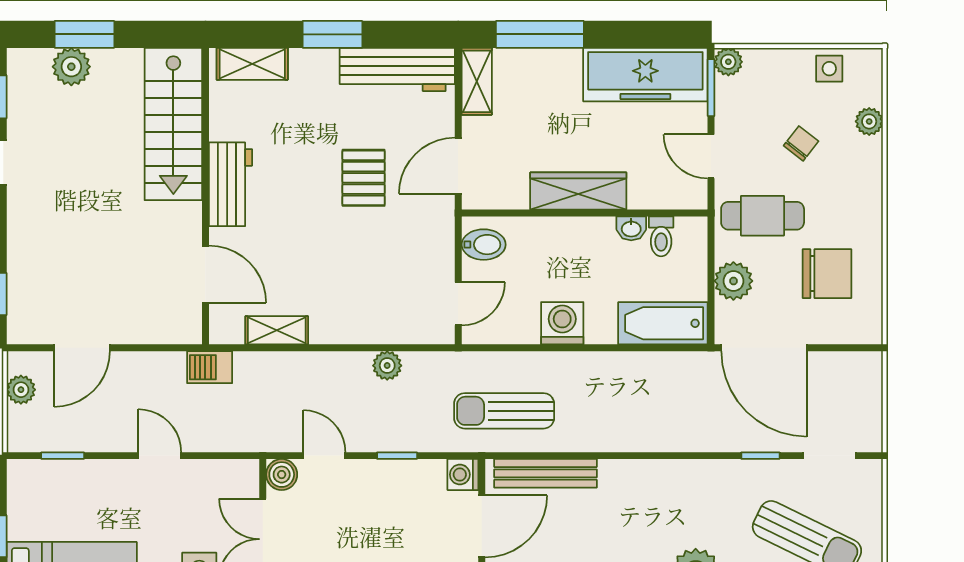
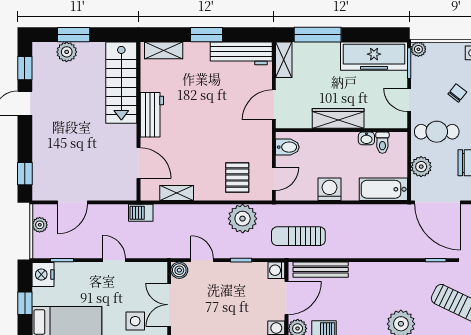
pallet: (364, 178) -> (237, 177), moved
plant: (387, 366) -> (243, 219), width x1.88, depth x1.88
nightstand: (27, 483) -> (43, 275), added

